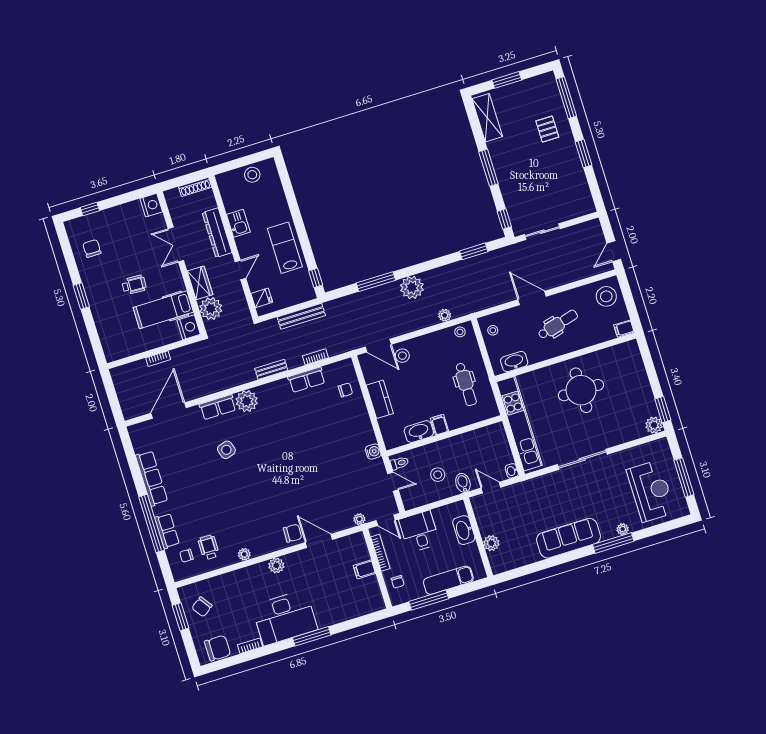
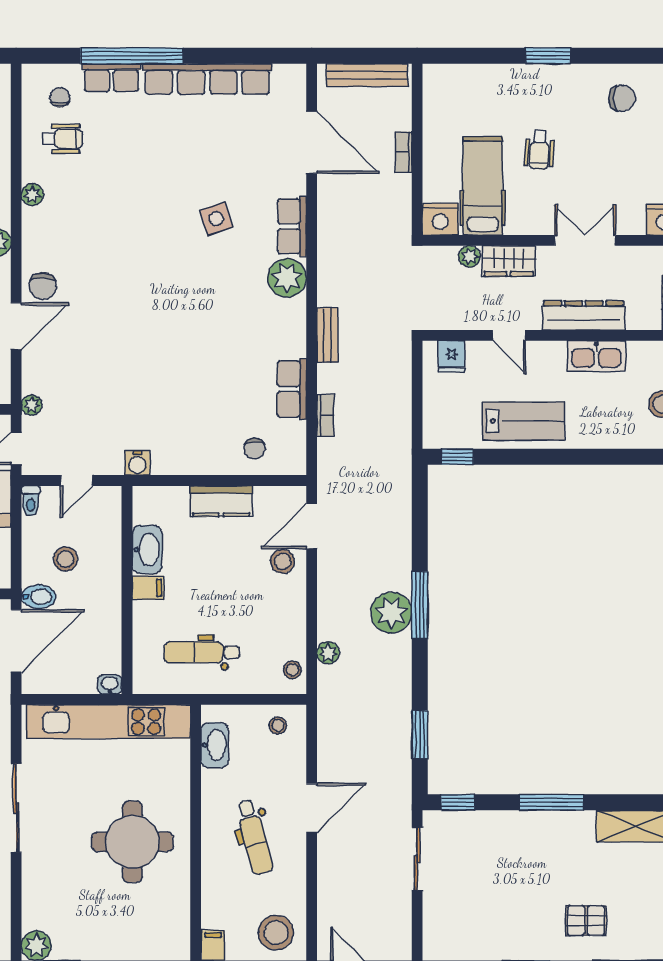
kitchen sink: (238, 223) -> (596, 356), width x1.38
window: (376, 282) -> (420, 605), moved
plant: (211, 309) -> (469, 256), width x0.53, depth x0.53
bench: (301, 316) -> (367, 75), moved, turned 90
toilet: (399, 463) -> (31, 501), moved
washbasin: (512, 471) -> (110, 684), moved
row of seats: (152, 478) -> (207, 79), width x1.36
door: (491, 488) -> (16, 641), width x1.88

